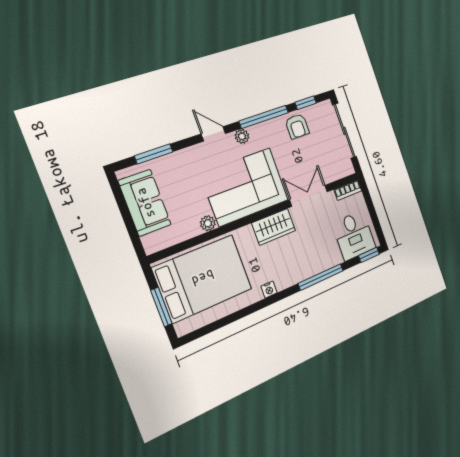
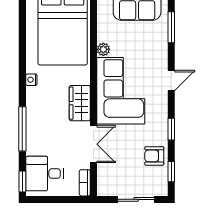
window: (264, 117) -> (171, 129), width x0.46
sliding door: (344, 131) -> (136, 199), width x0.73
plant: (242, 136) -> (162, 104), removed

